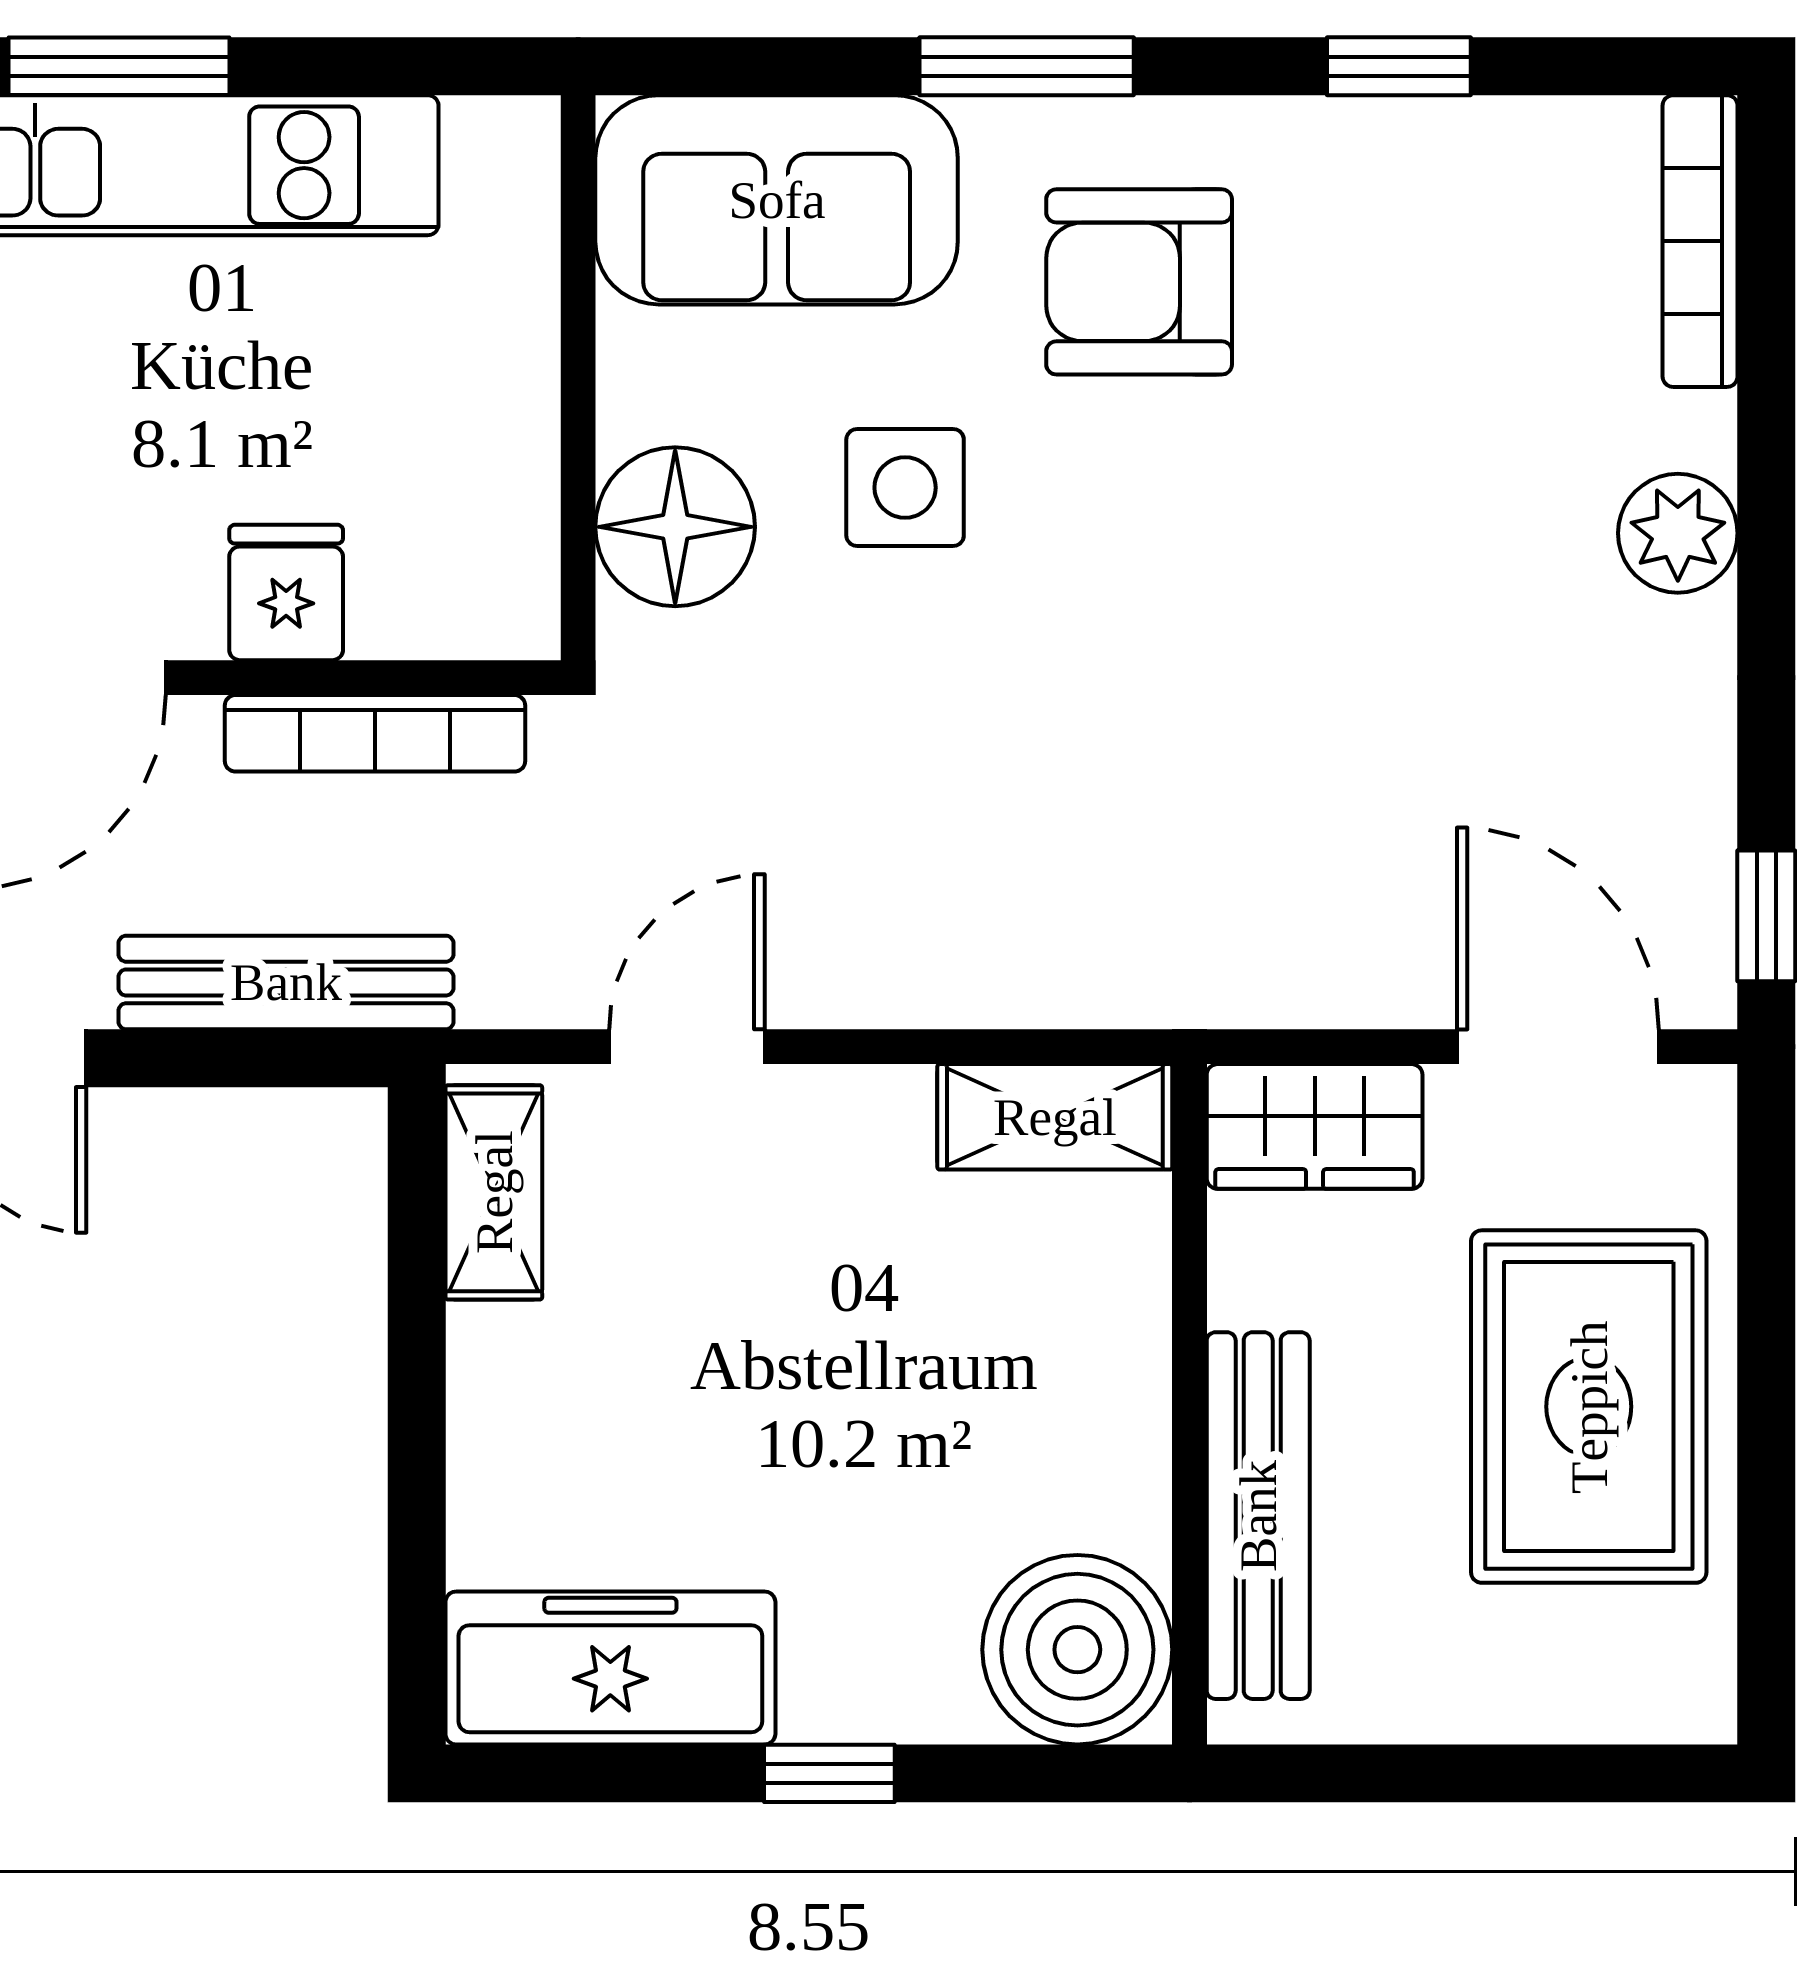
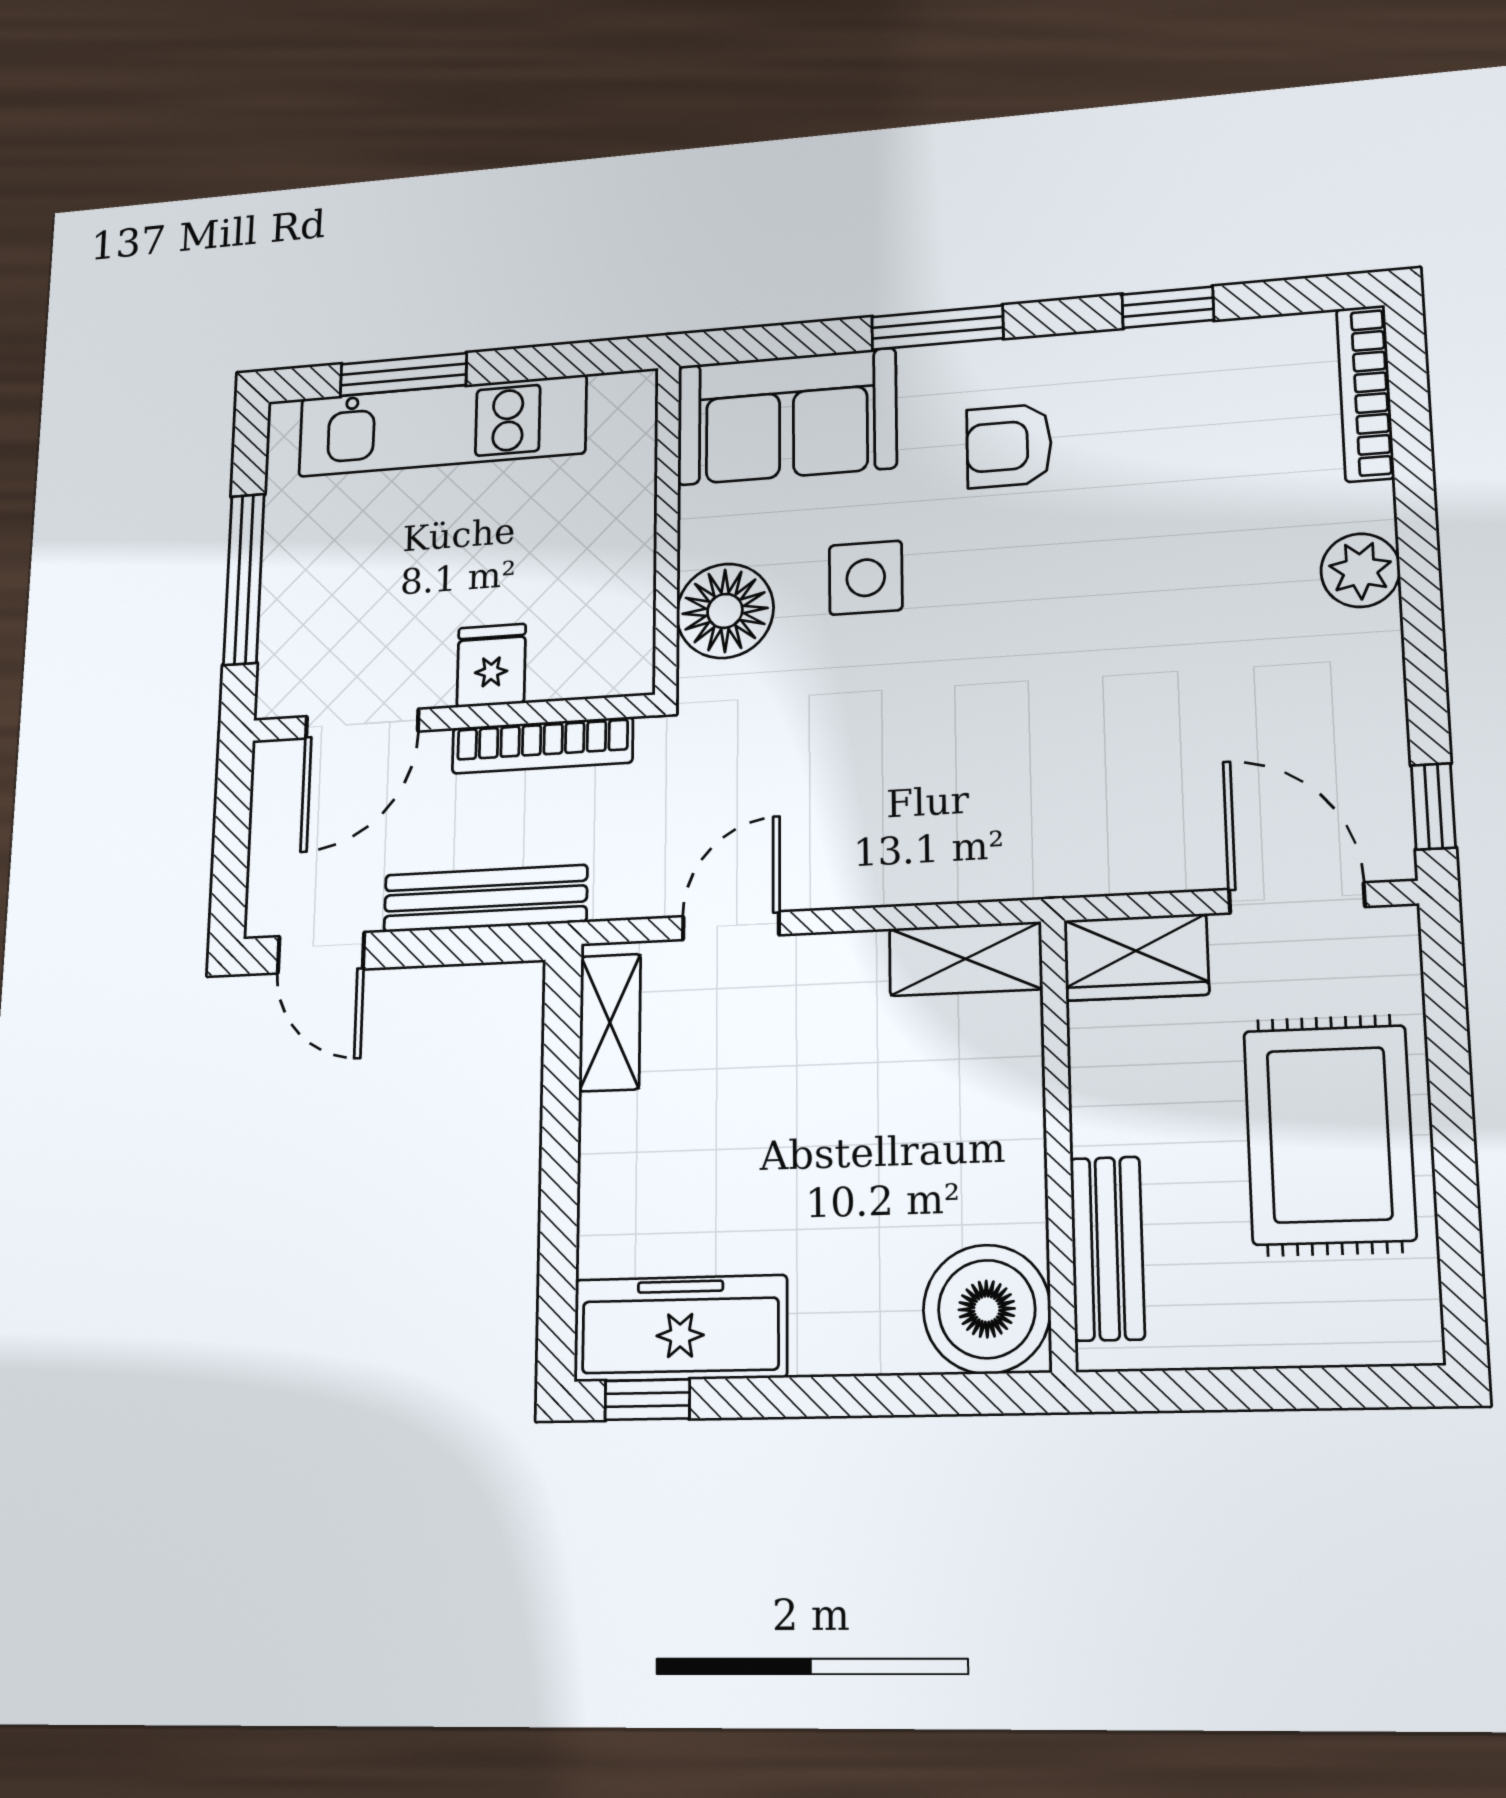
armchair: (1139, 282) -> (1009, 446), width x0.72, depth x0.72
bench: (1258, 1516) -> (1107, 1248), width x0.73
window: (829, 1773) -> (647, 1400), moved

